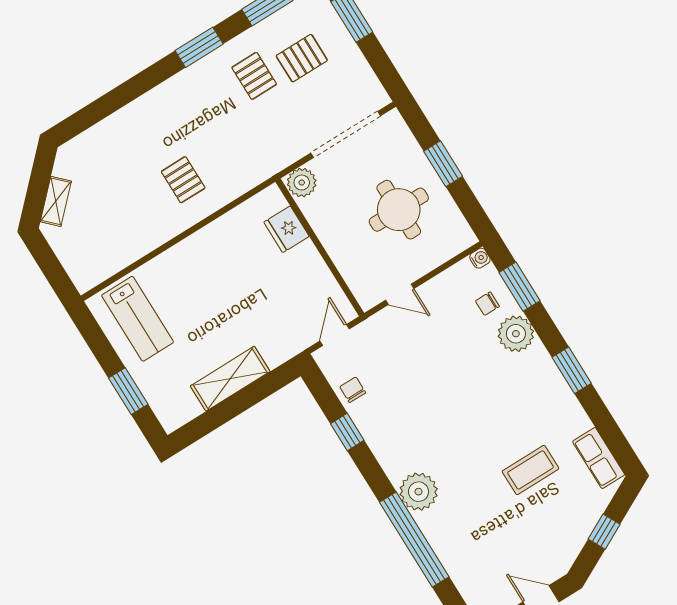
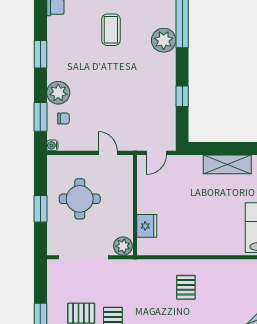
chair: (353, 390) -> (165, 117), removed
coffee table: (530, 470) -> (111, 30), moved, turned 90

